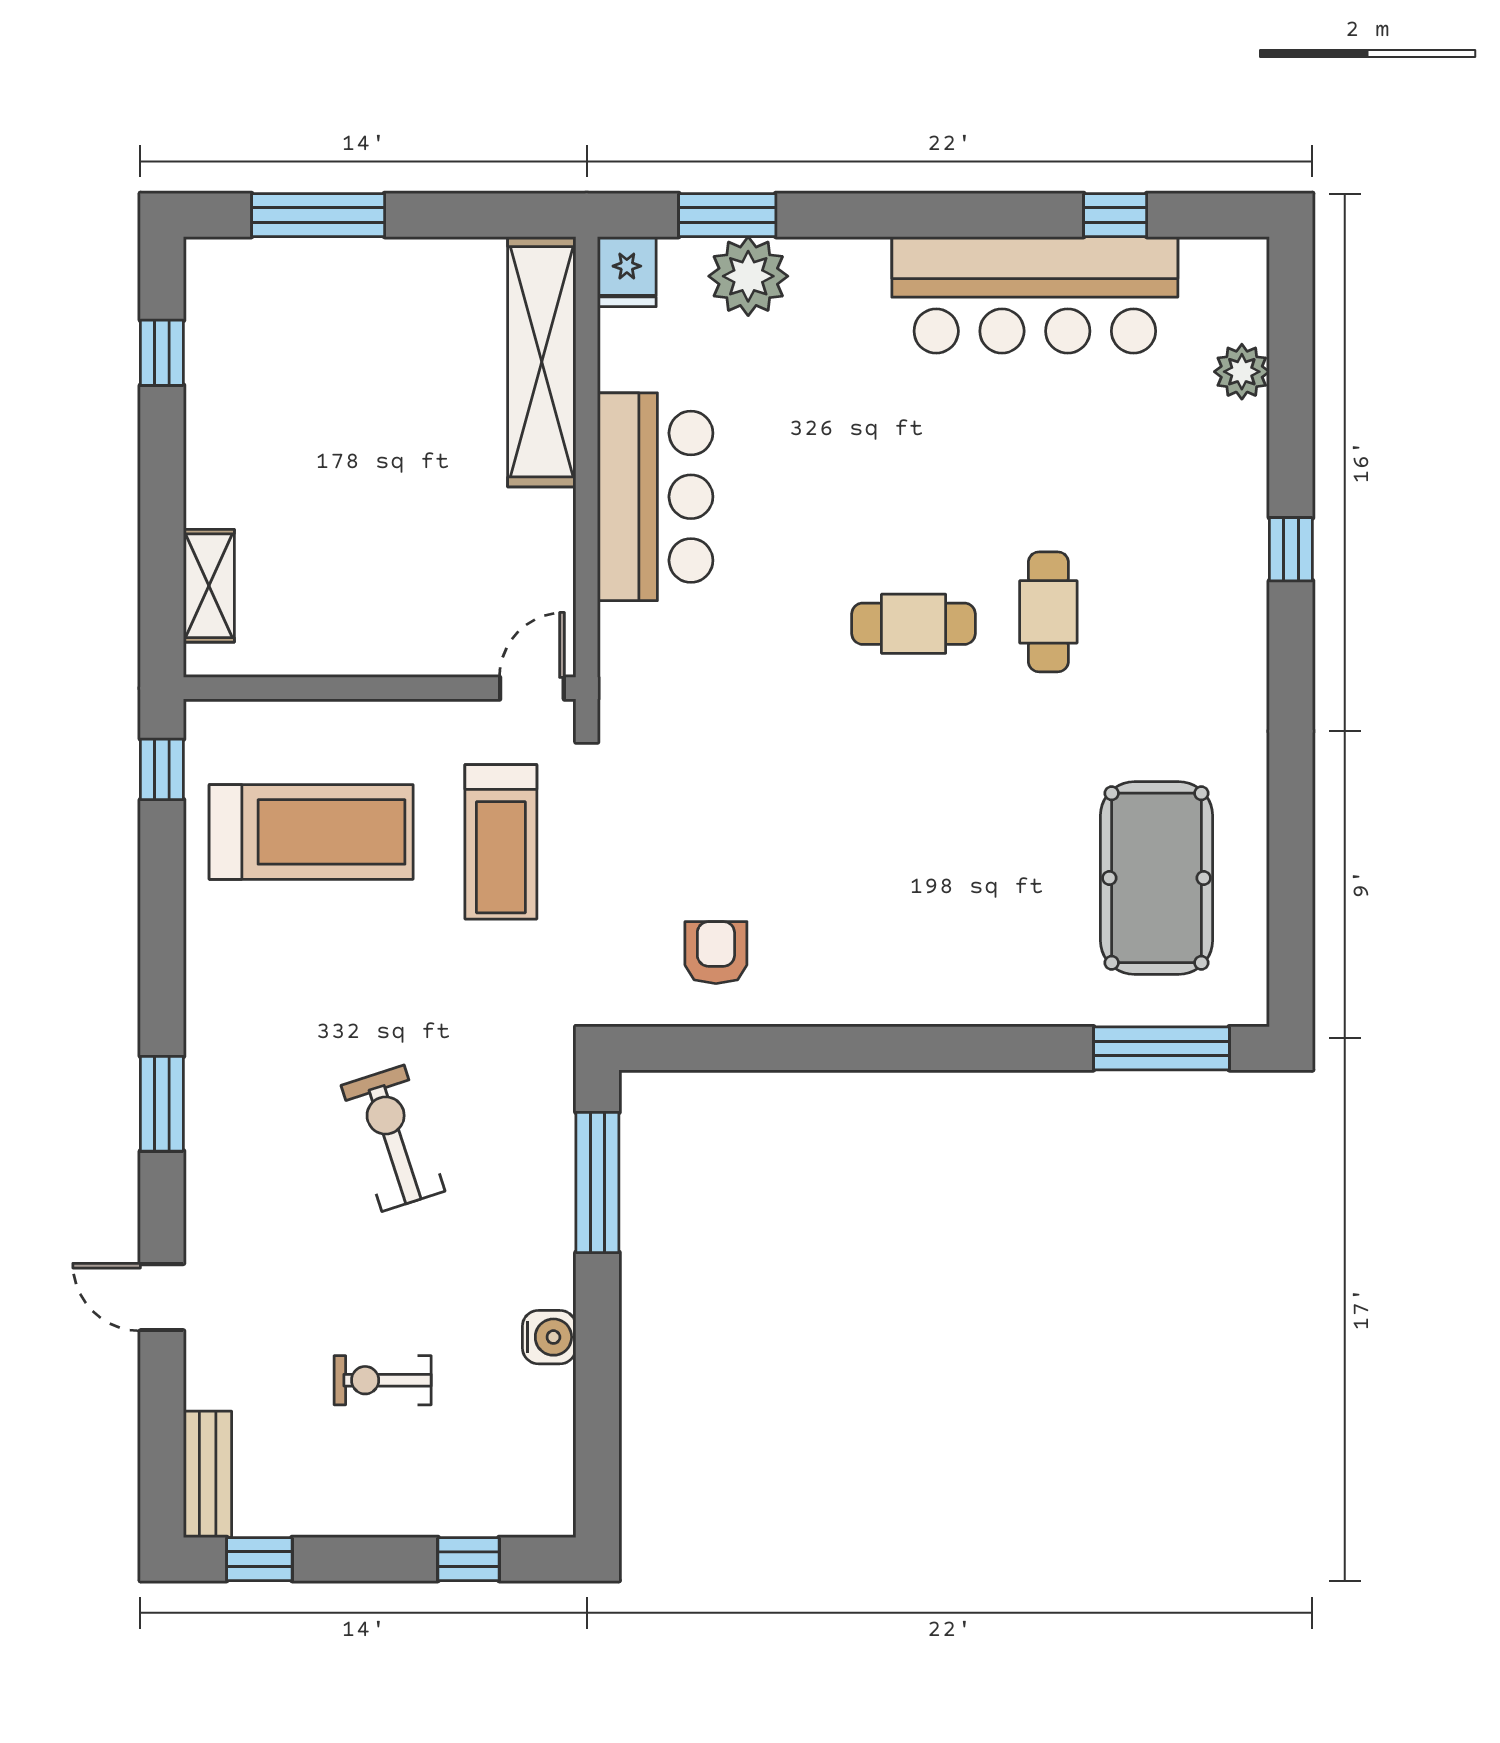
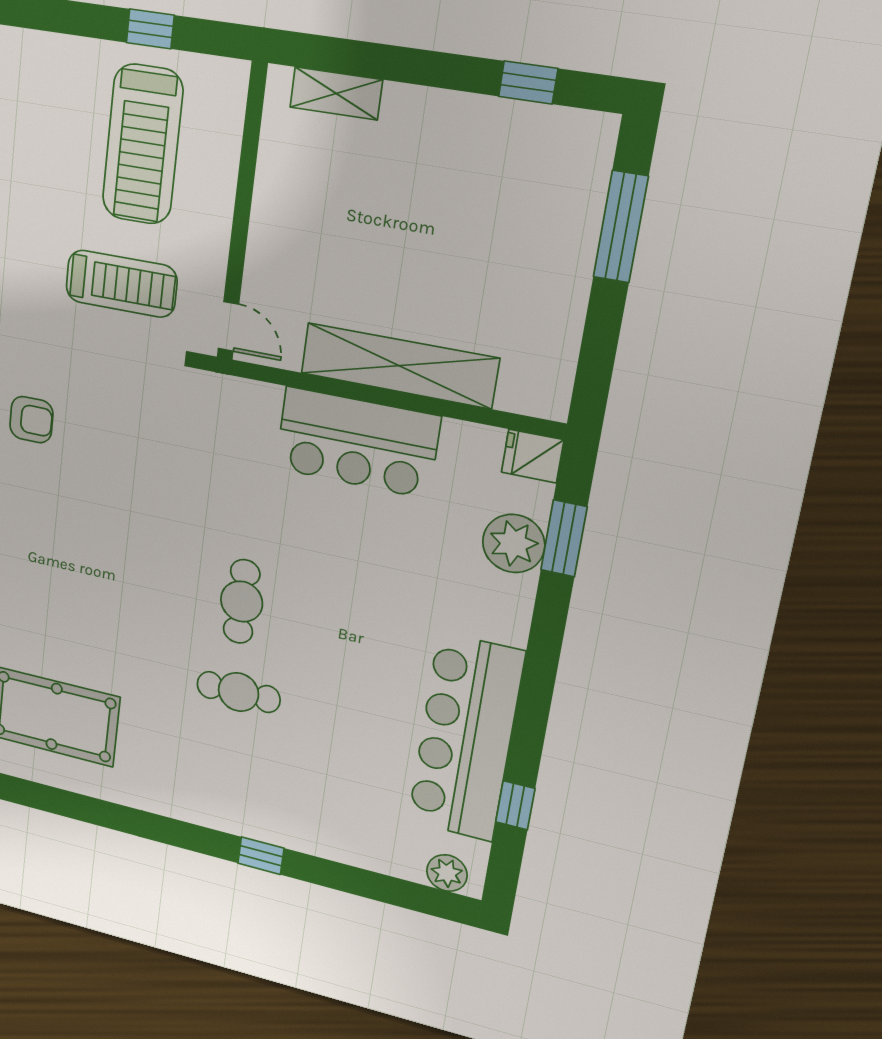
shelving: (542, 362) -> (399, 366), moved
plant: (1242, 372) -> (447, 873), moved
window: (162, 769) -> (150, 29), moved
treadmill: (501, 842) -> (121, 284), turned 180

